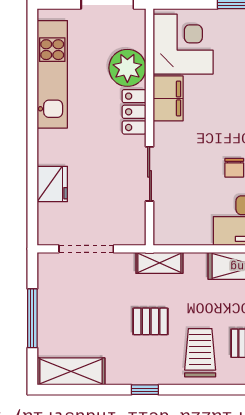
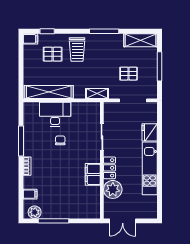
corner desk: (183, 44) -> (85, 201), removed
kitchen unit: (52, 74) -> (150, 168), moved
pallet: (150, 321) -> (129, 74), moved
window: (145, 390) -> (104, 31), width x2.17

